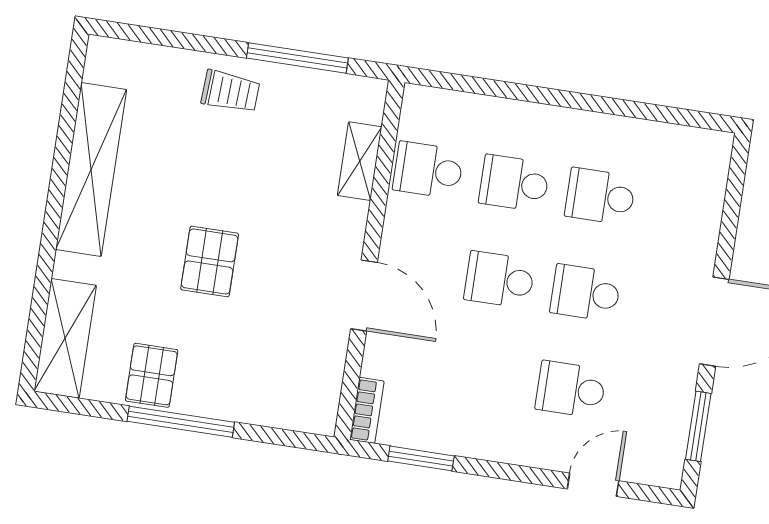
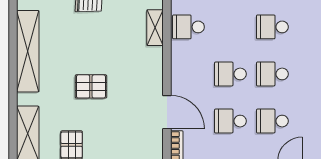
school desk: (514, 183) -> (230, 121), moved
pallet: (210, 261) -> (91, 86), turned 90
door: (364, 295) -> (167, 112), moved

